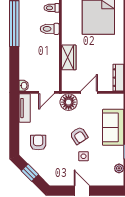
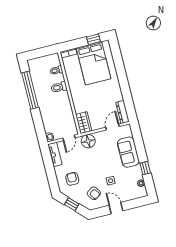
wardrobe: (69, 57) -> (84, 123), moved
door: (89, 92) -> (112, 127), moved
armchair: (79, 136) -> (94, 193), moved

